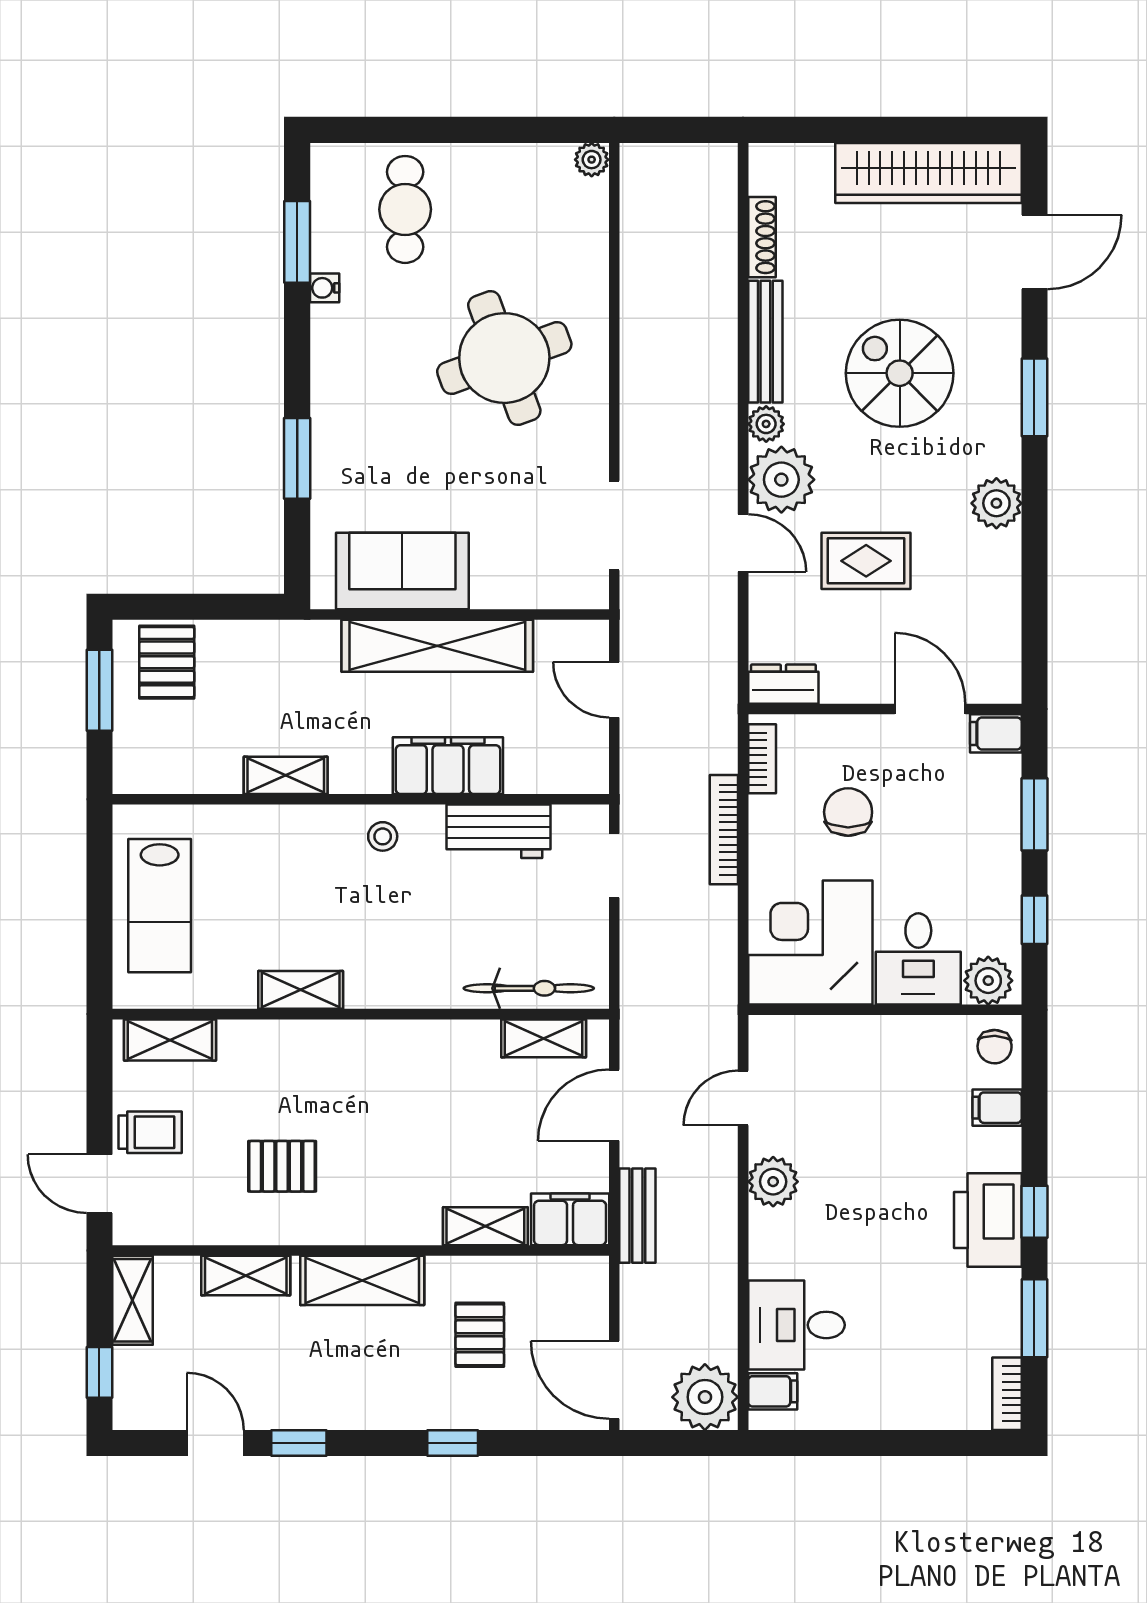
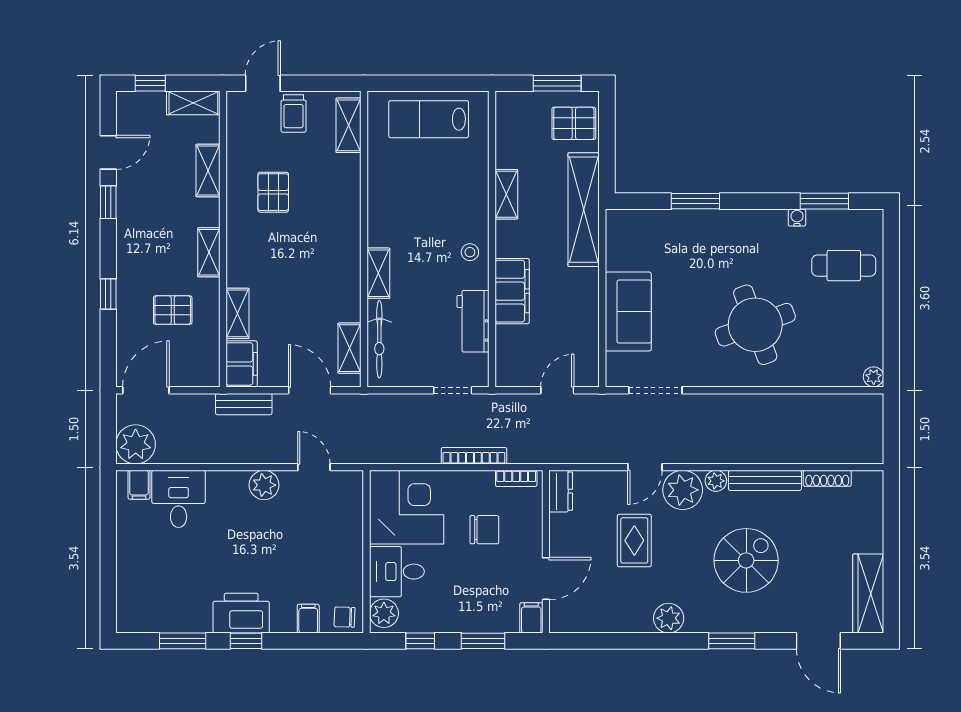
wardrobe: (928, 173) -> (868, 593), width x0.71, depth x0.85
sofa: (402, 571) -> (628, 312), moved
shelving: (437, 646) -> (584, 210), moved
shelving: (301, 990) -> (378, 273), moved
shelving: (362, 1280) -> (209, 252), width x0.67, depth x0.75
bookcase: (1007, 1394) -> (138, 624), removed

